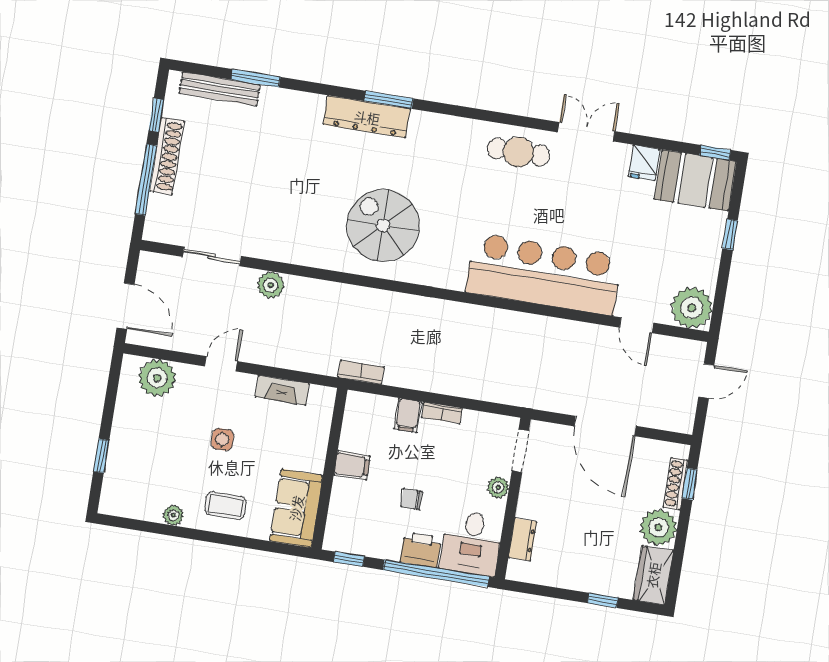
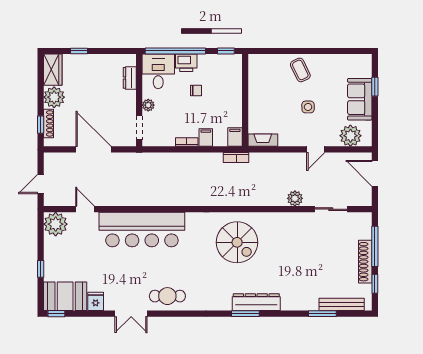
fireplace: (282, 390) -> (263, 140), moved
filing cabinet: (352, 465) -> (235, 137), moved, turned 90
coffee table: (225, 506) -> (300, 70), turned 64
sofa: (296, 508) -> (360, 99), moved, turned 180
plant: (173, 515) -> (329, 60), removed

